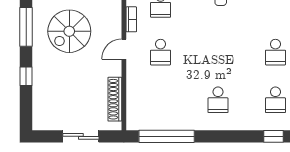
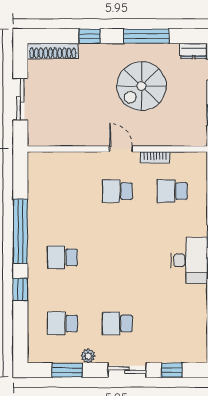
spiral stairs: (69, 31) -> (141, 86), turned -90
shoe rack: (115, 99) -> (53, 51), moved, turned 180
window: (167, 136) -> (20, 231), moved
window: (273, 136) -> (20, 290), moved

